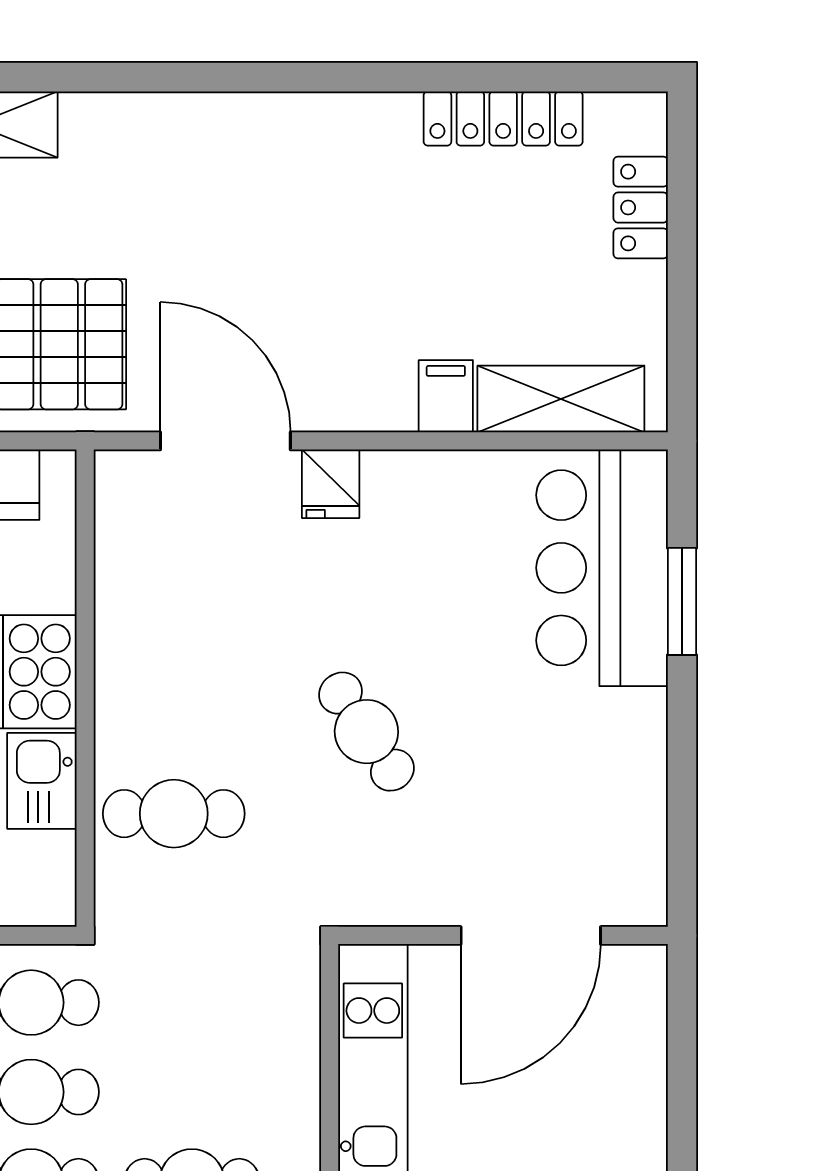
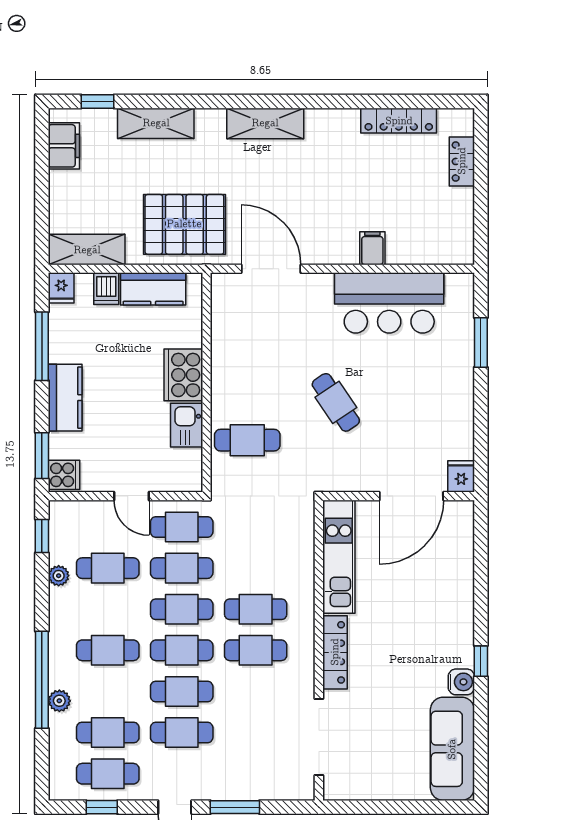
shelving: (561, 399) -> (265, 123), moved
fridge: (331, 484) -> (461, 476), moved, turned 180
bar counter: (602, 568) -> (389, 303), moved, turned -90

